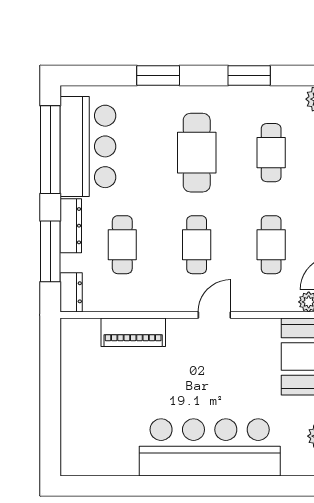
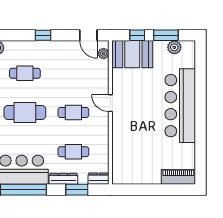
cafe table: (271, 245) -> (73, 73), removed
window: (50, 251) -> (77, 190), width x0.69
piano: (133, 332) -> (178, 177), moved, turned -90

